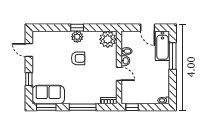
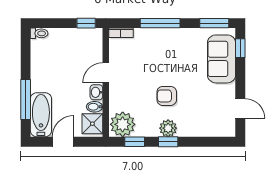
window: (100, 28) -> (135, 142), added
door: (148, 28) -> (63, 142), hinge flipped
shower: (128, 40) -> (92, 124), added
door: (119, 74) -> (106, 73), hinge flipped
window: (29, 79) -> (240, 48), moved
sofa: (48, 95) -> (222, 59), moved, turned 90

